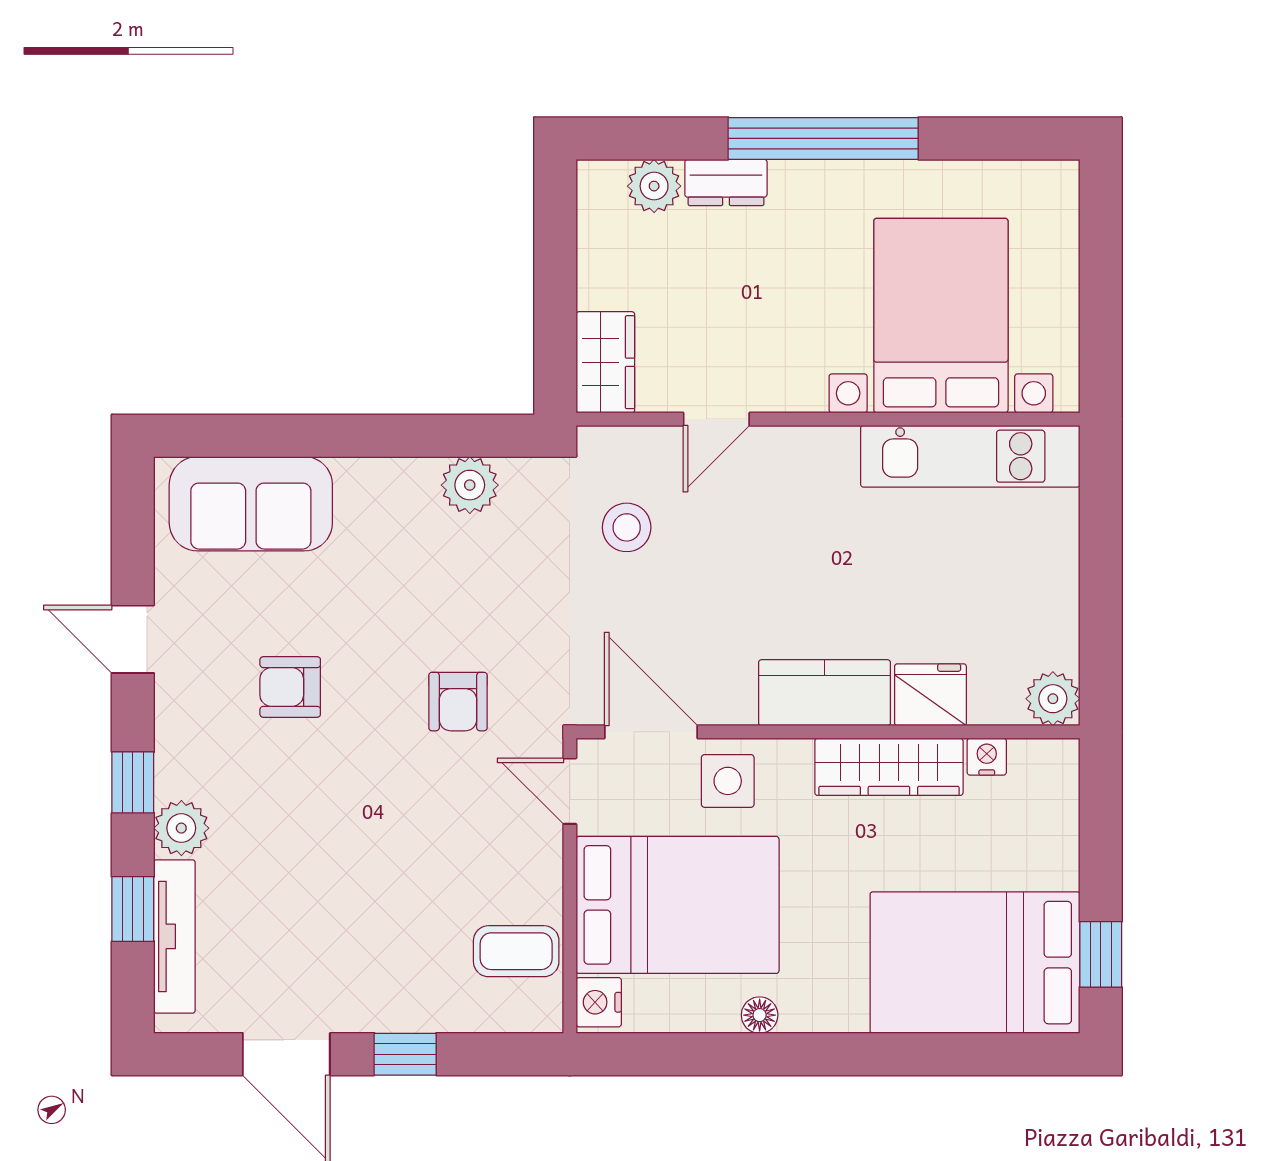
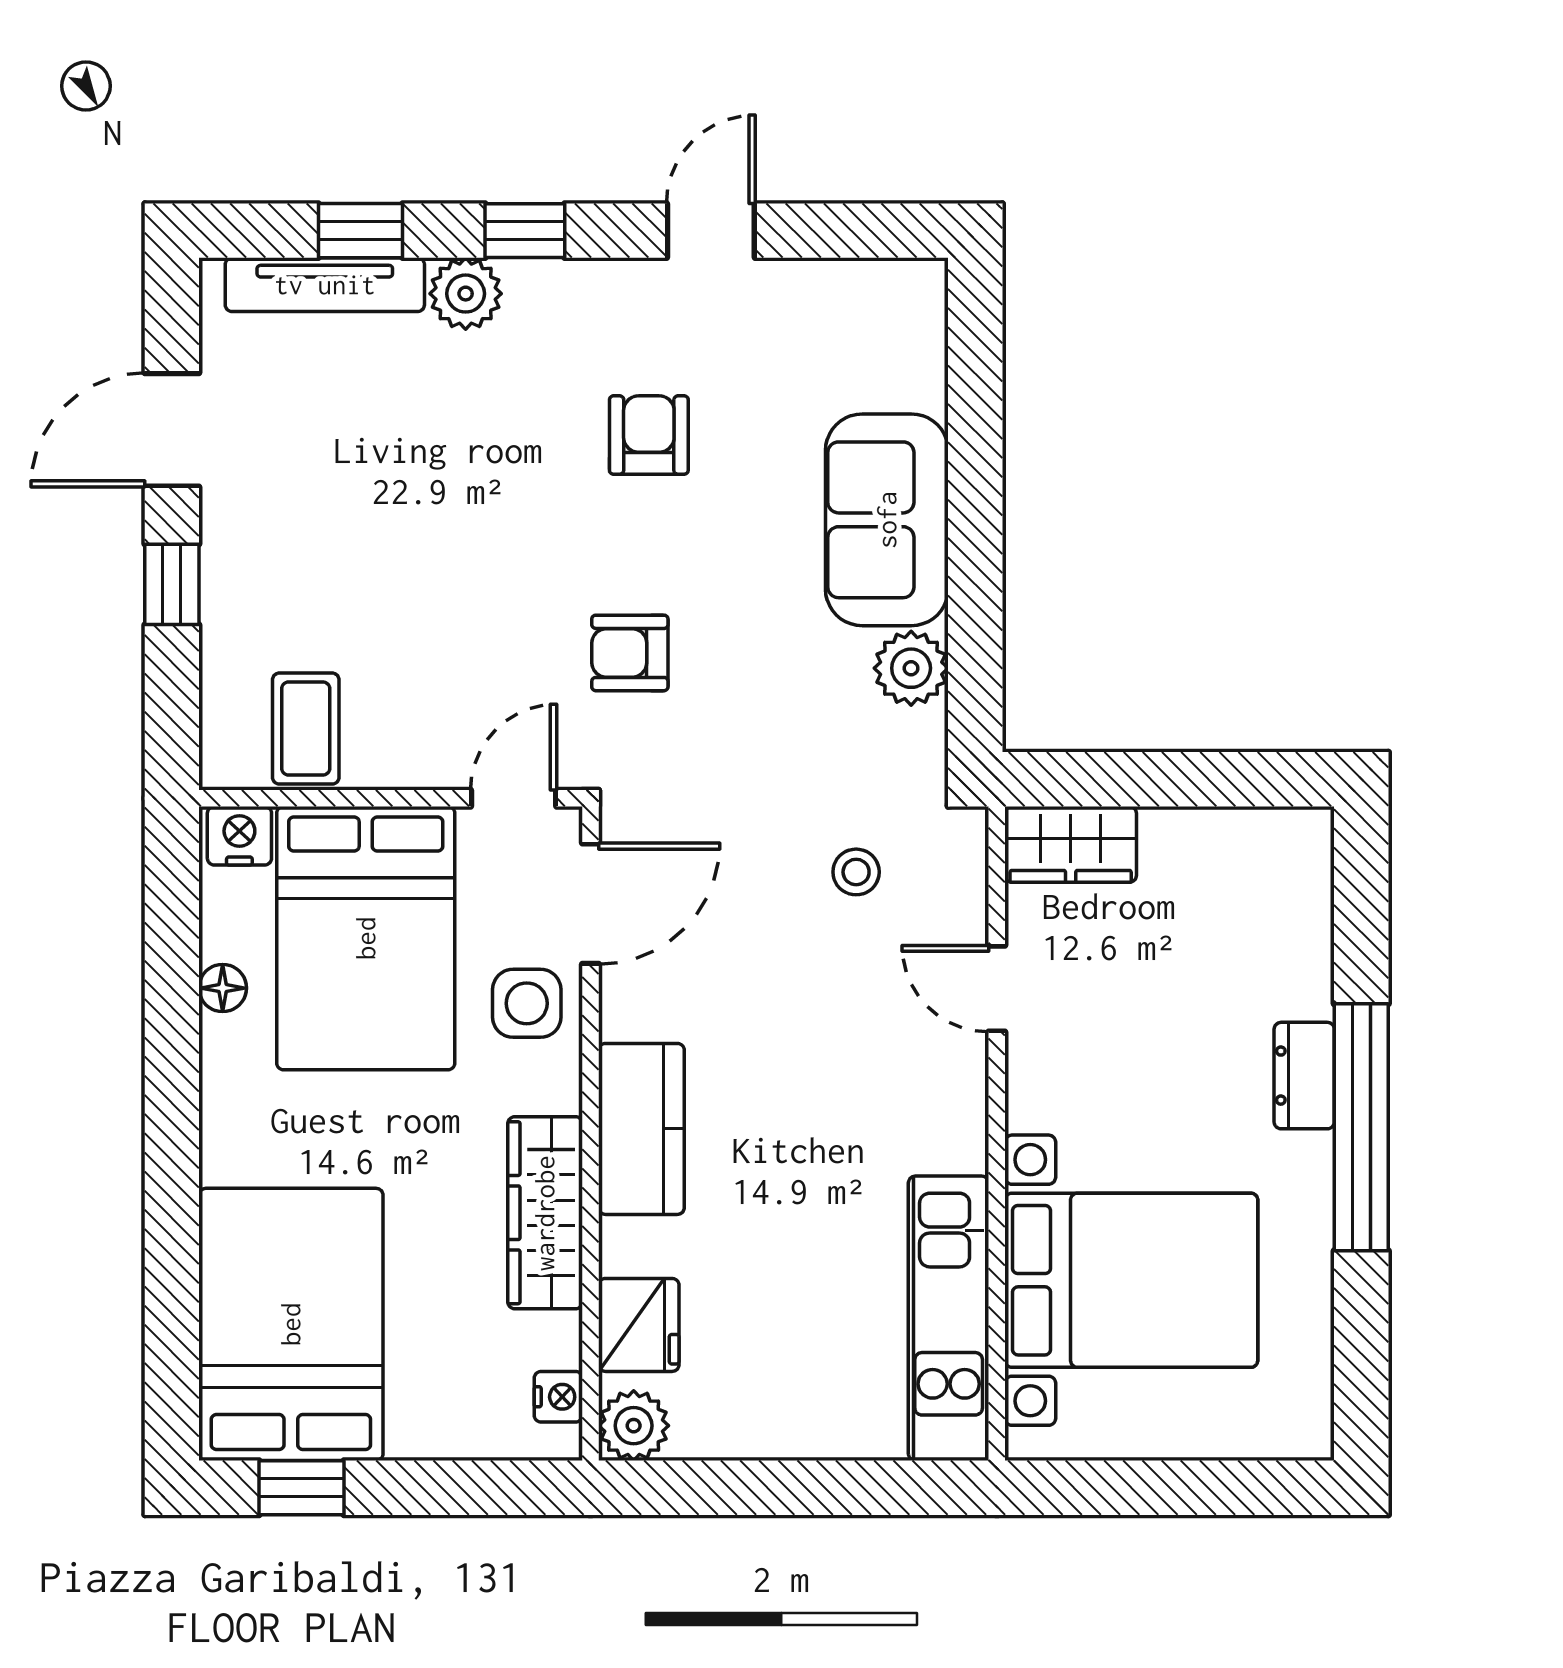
dresser: (726, 182) -> (1304, 1076), moved
plant: (654, 186) -> (1299, 908), removed
sofa: (251, 504) -> (887, 520), moved
stool: (627, 527) -> (856, 872), width x0.73, depth x0.73
fridge: (930, 695) -> (639, 1325), moved
nightstand: (987, 757) -> (558, 1397), moved
floor lamp: (760, 1015) -> (223, 988), moved

